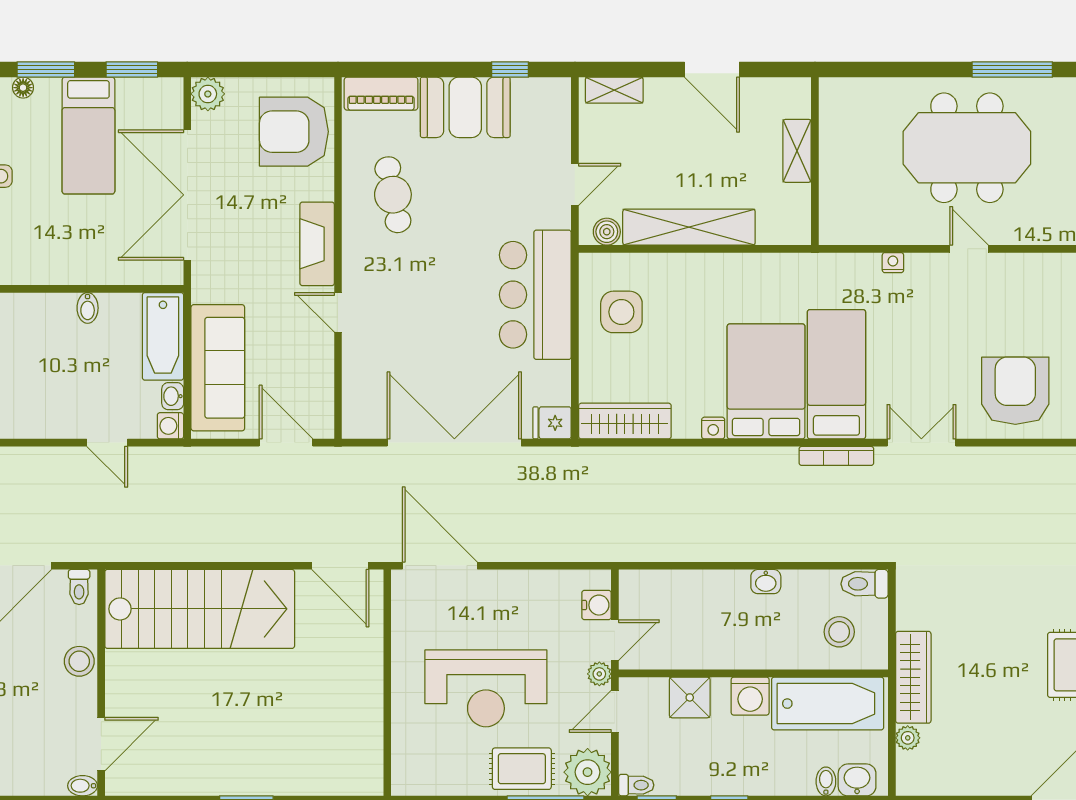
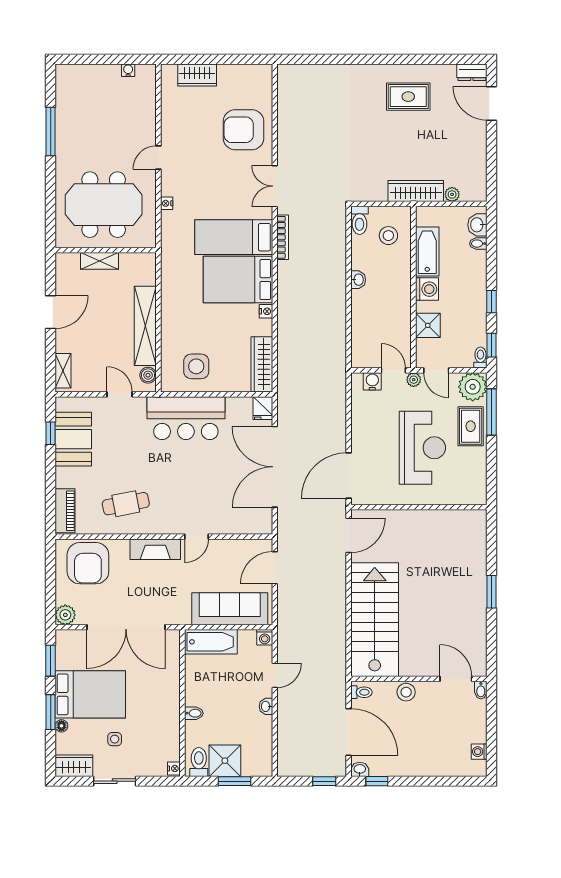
booth: (465, 107) -> (73, 439), moved
bed: (88, 136) -> (90, 694), width x1.50
meeting table: (967, 148) -> (104, 205), moved, turned 90
bidet: (88, 308) -> (194, 713), moved
washbasin: (173, 396) -> (266, 706), moved, turned 90
bathtub: (828, 704) -> (427, 252), width x0.73, depth x0.73

